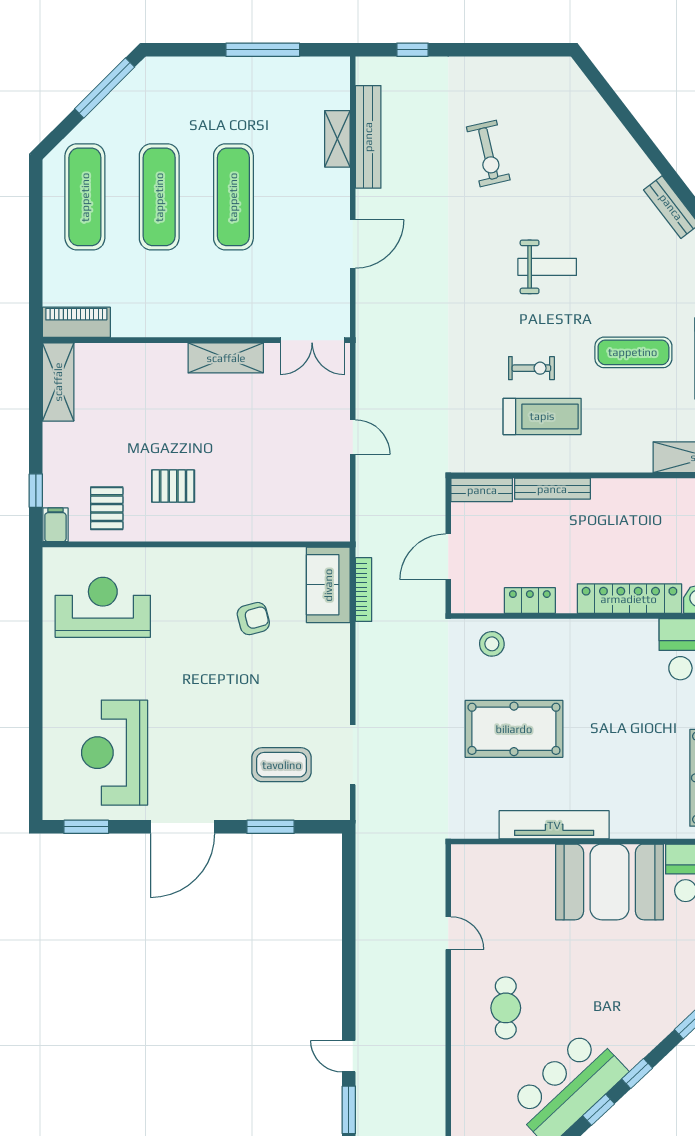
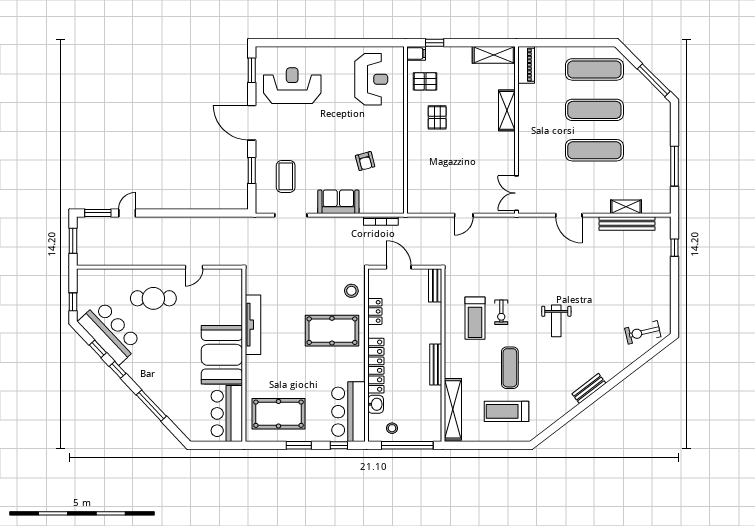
exercise bike: (488, 153) -> (643, 332), moved
shelving: (226, 358) -> (507, 110), moved
bench: (552, 489) -> (436, 365), moved
sofa: (328, 585) -> (338, 202), moved
pool table: (514, 729) -> (332, 331), moved, turned 90
cafe table: (506, 1008) -> (153, 298), width x1.37, depth x1.35

